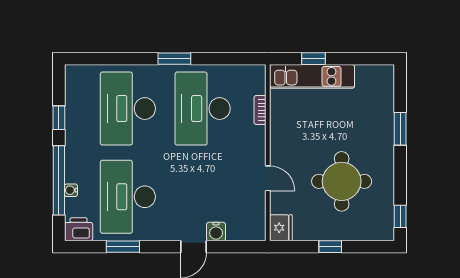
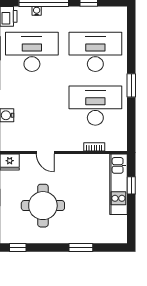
door: (268, 178) -> (45, 152), hinge flipped

